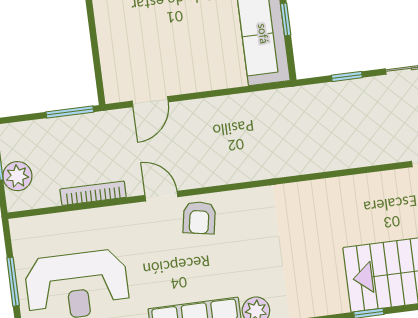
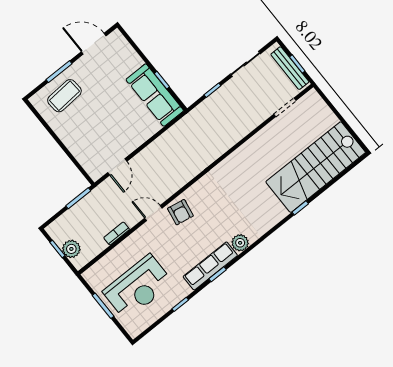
bookcase: (93, 193) -> (117, 234), width x0.64

